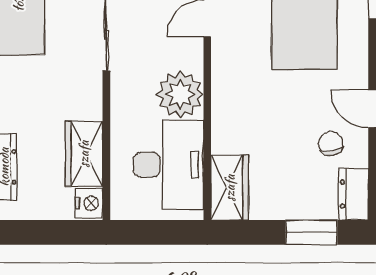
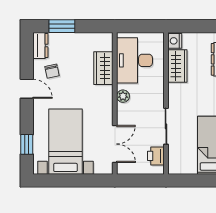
plant: (180, 94) -> (123, 96), width x0.53, depth x0.53
wardrobe: (230, 188) -> (103, 68), moved

